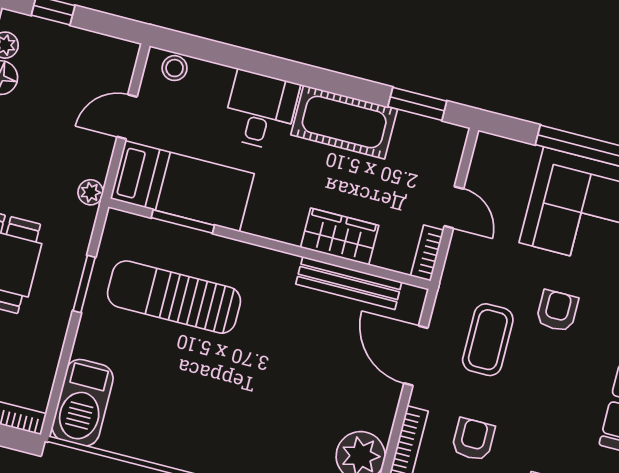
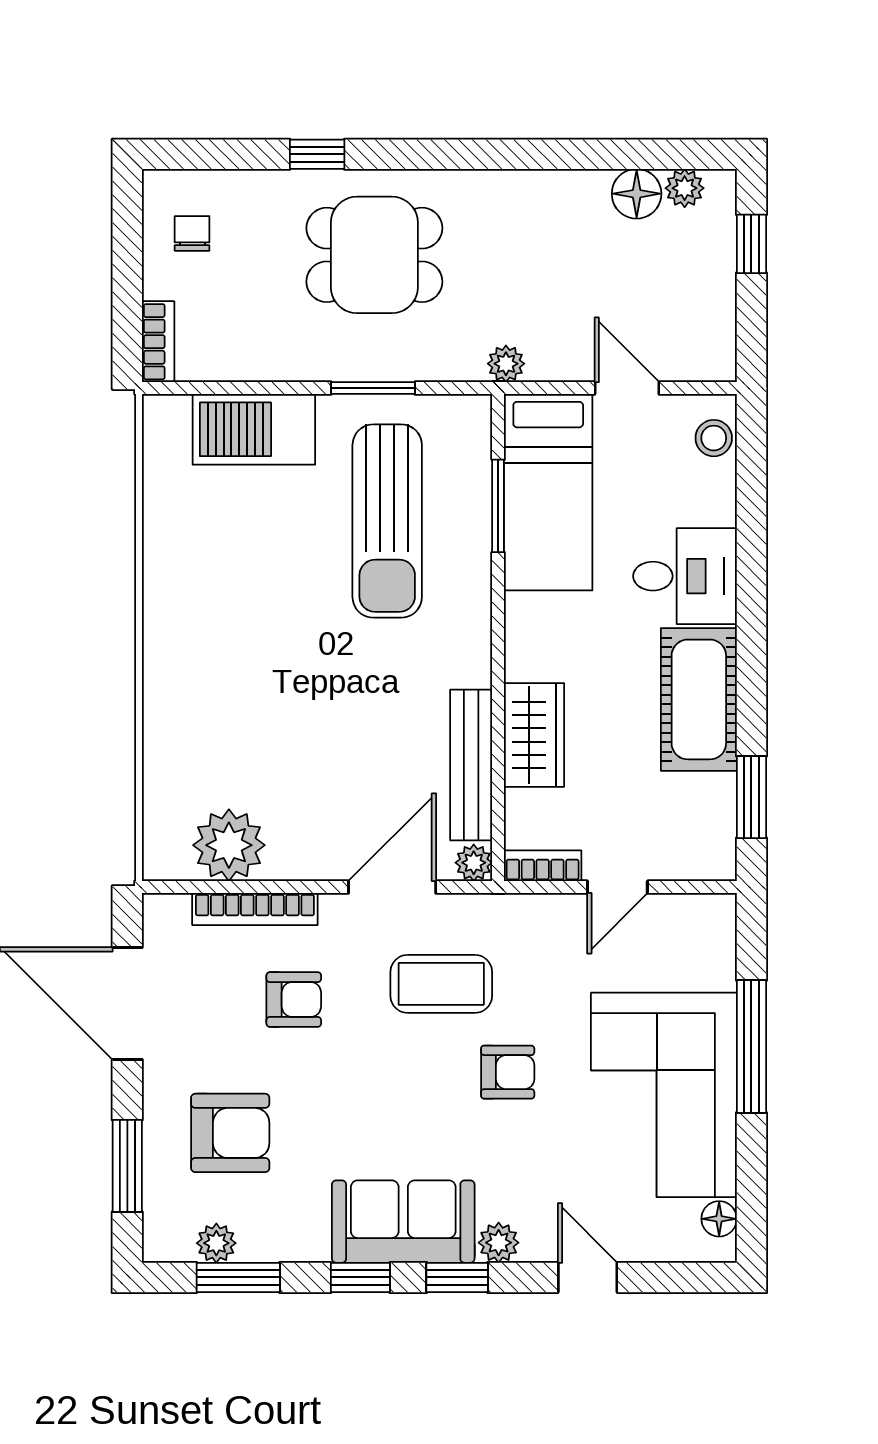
sun lounger: (174, 297) -> (387, 521), turned 180
plant: (414, 298) -> (474, 863), added
barbecue: (83, 403) -> (254, 429), moved

